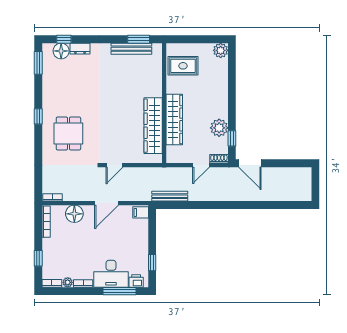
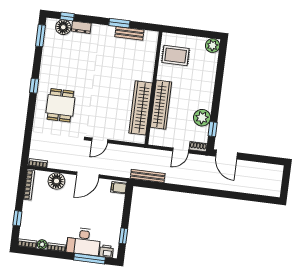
window: (139, 39) -> (119, 23), moved
bench: (131, 49) -> (129, 33), width x0.73

